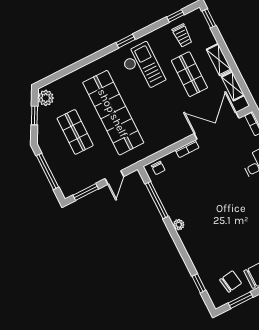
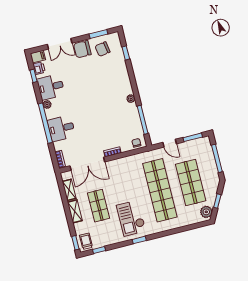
trolley: (182, 35) -> (86, 241), moved
shop shelf: (75, 132) -> (191, 182), width x1.43, depth x1.36
door: (114, 177) -> (170, 143), swing flipped

